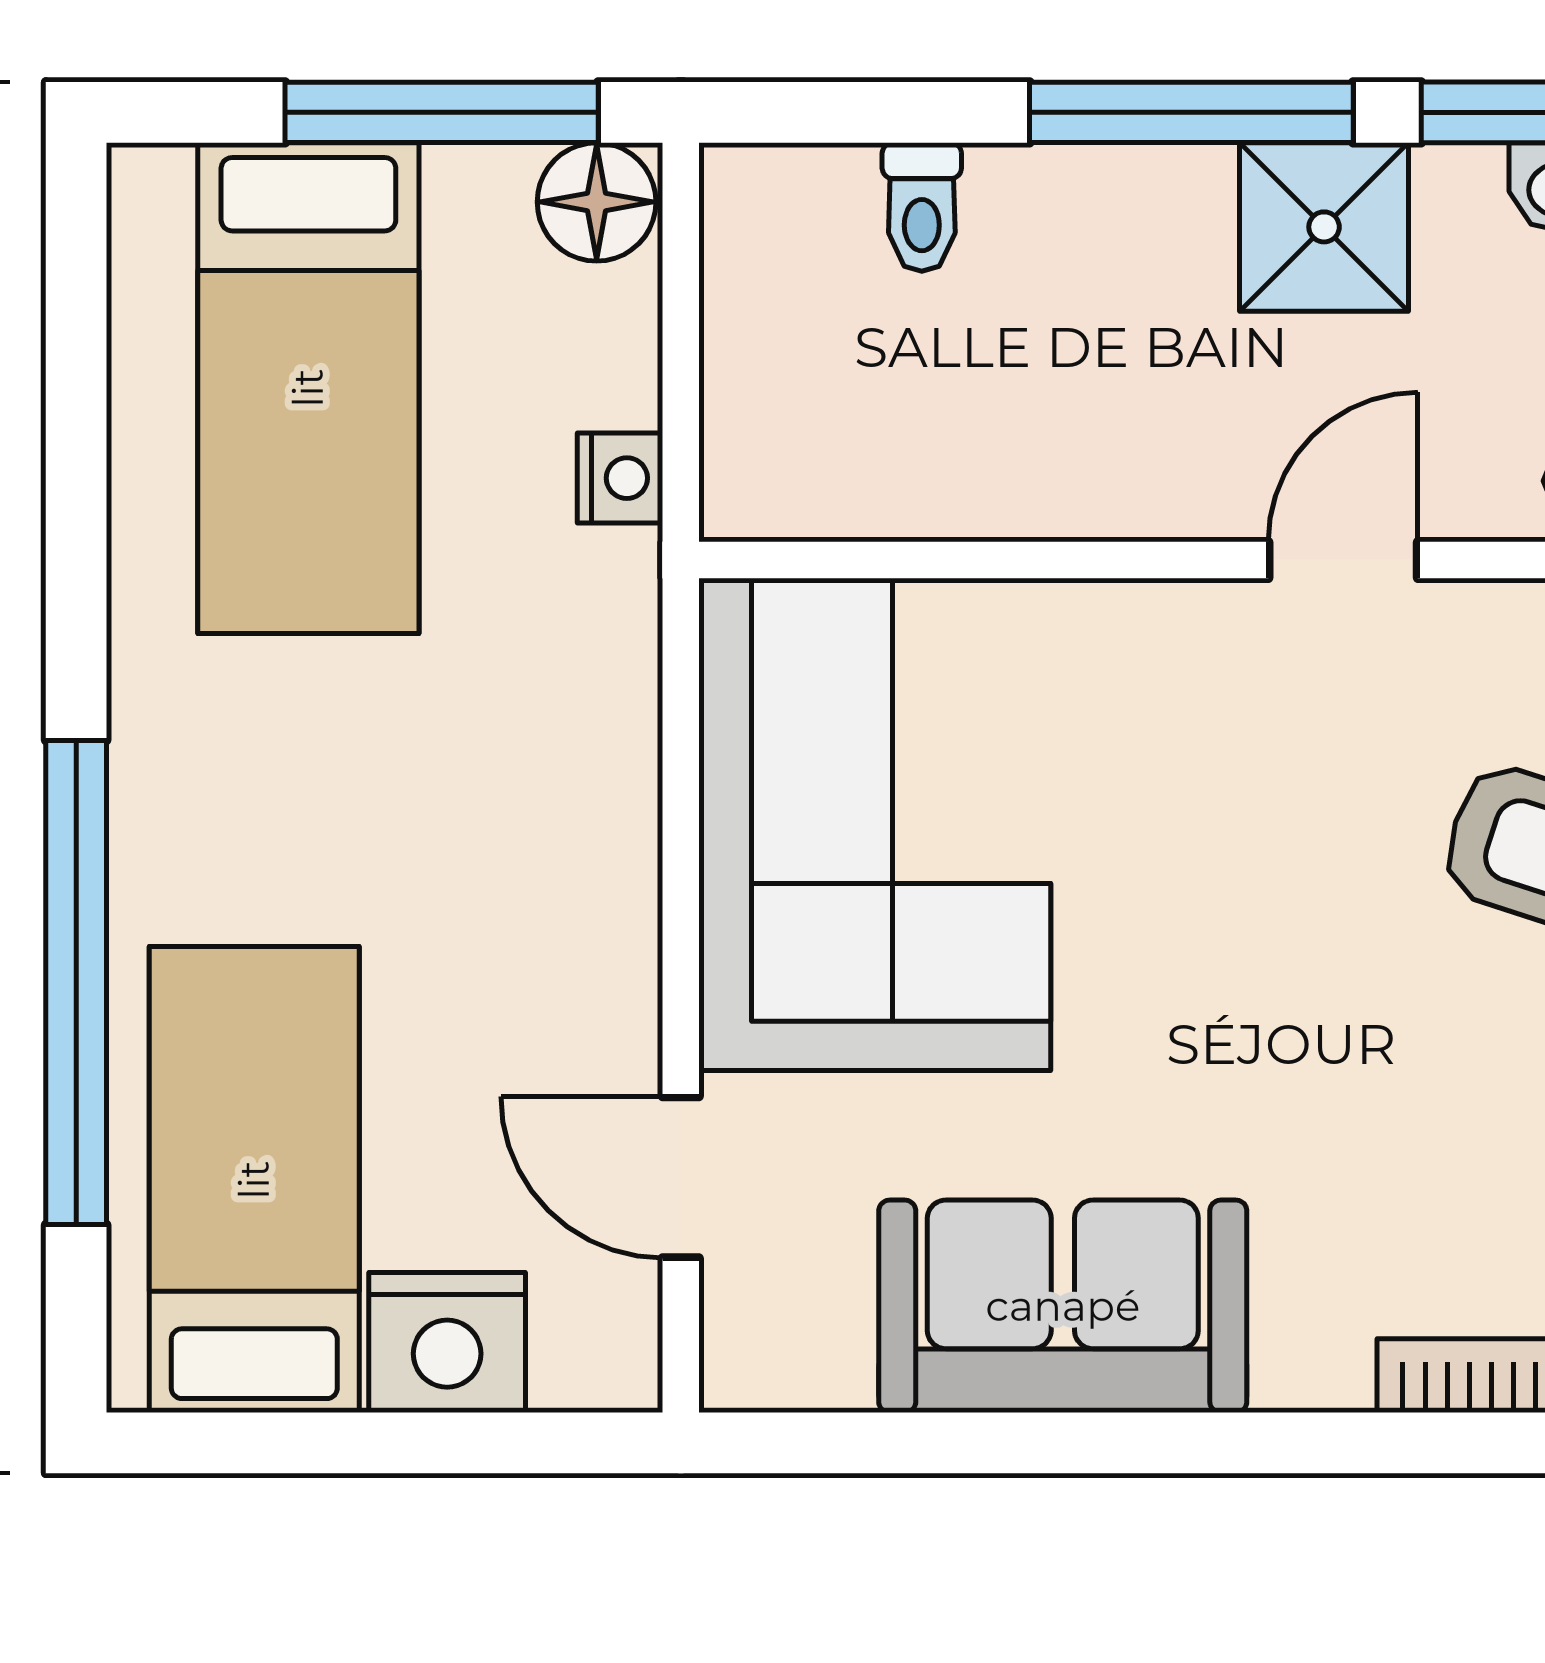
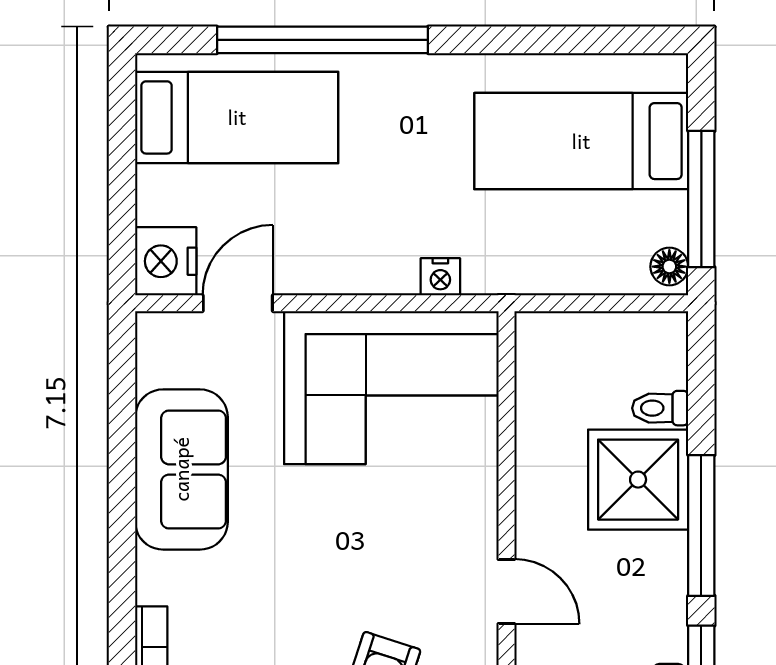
floor lamp: (597, 202) -> (669, 267), width x0.73, depth x0.73
shower: (1324, 227) -> (638, 480), moved, width x1.36, depth x1.36
nightstand: (620, 478) -> (440, 277), moved
nightstand: (447, 1342) -> (166, 261), moved

